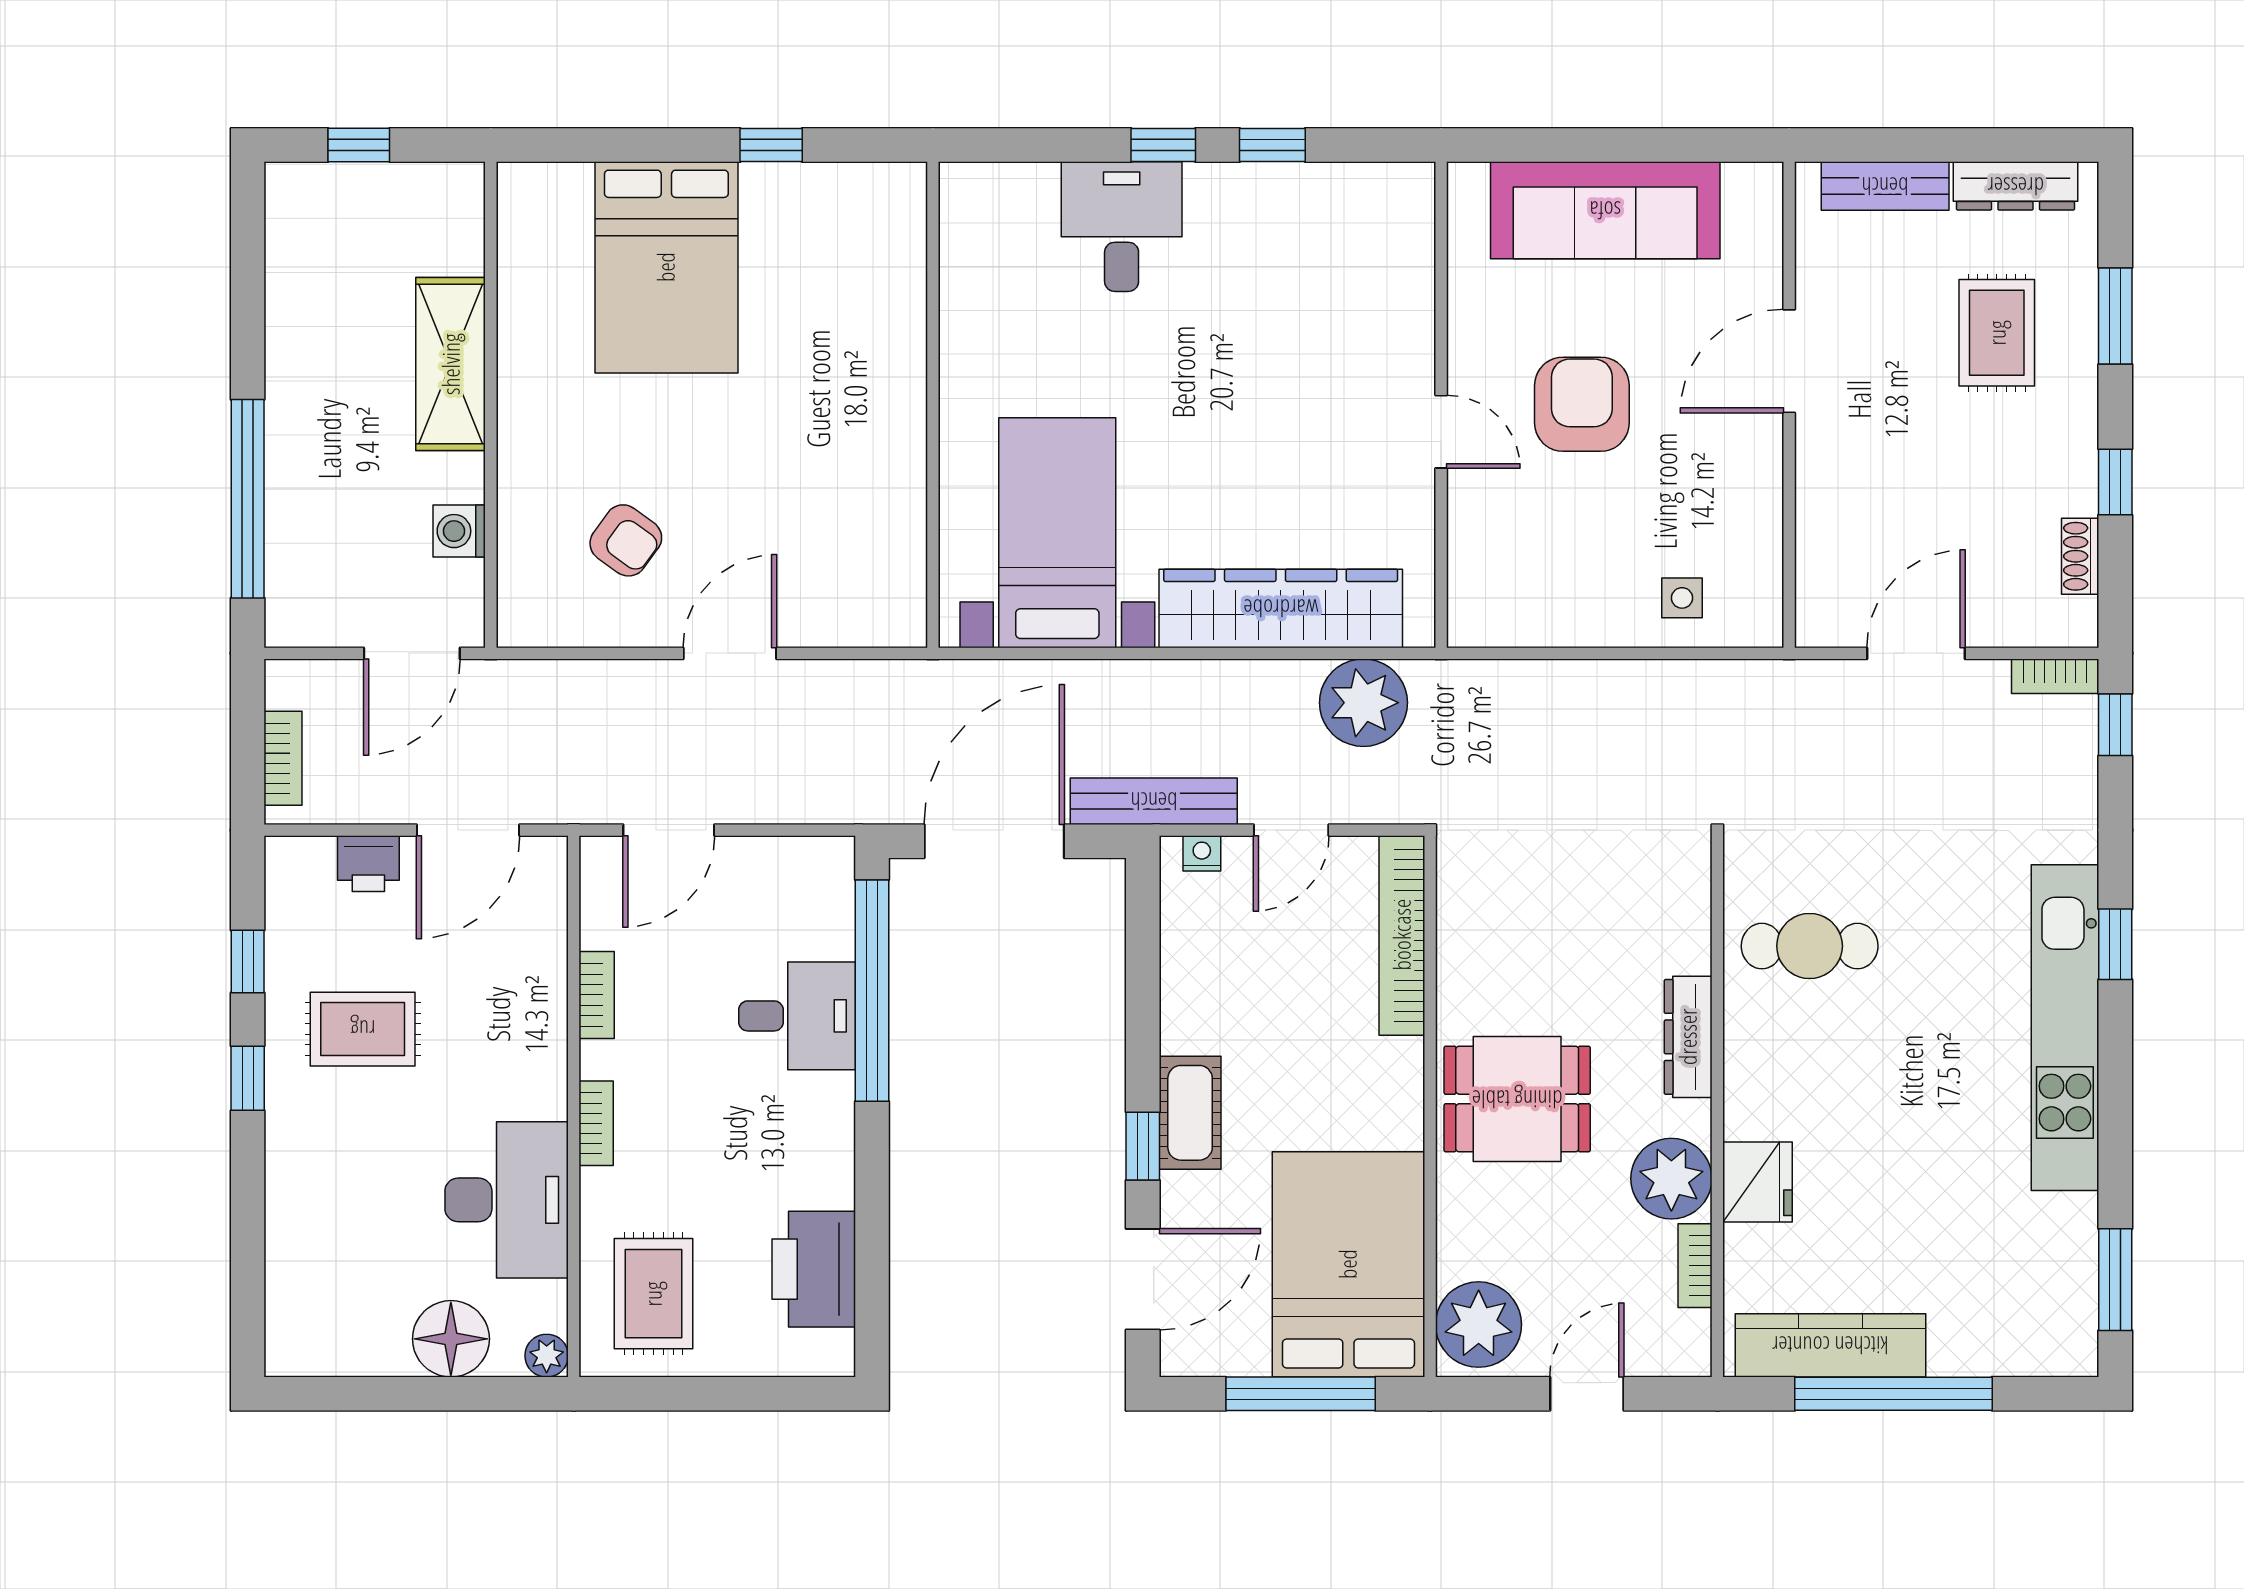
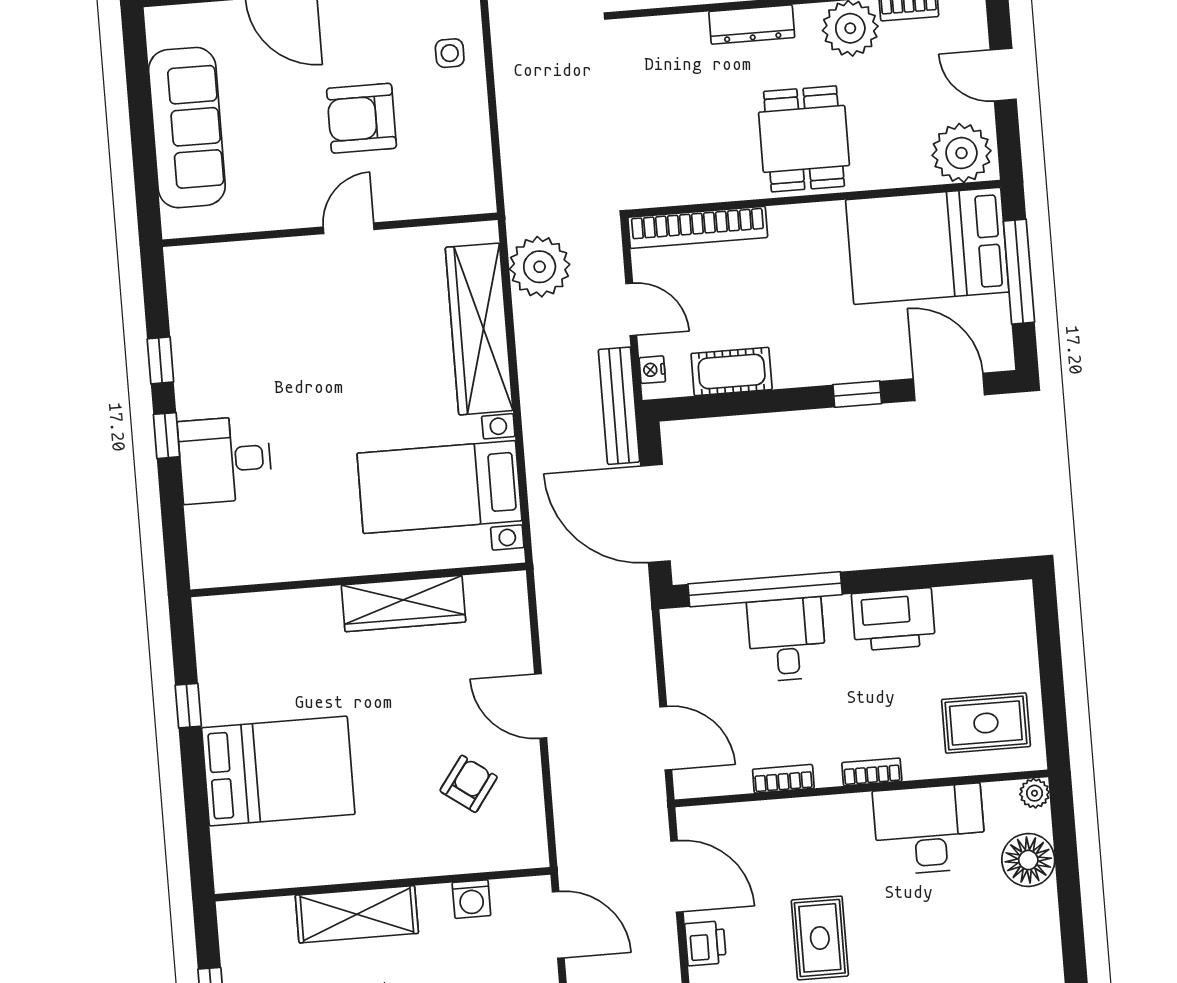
armchair: (1582, 404) -> (362, 118), moved
wardrobe: (893, 467) -> (404, 604), added
cot: (1190, 1113) -> (732, 371), moved
printer: (814, 1269) -> (893, 619), moved

